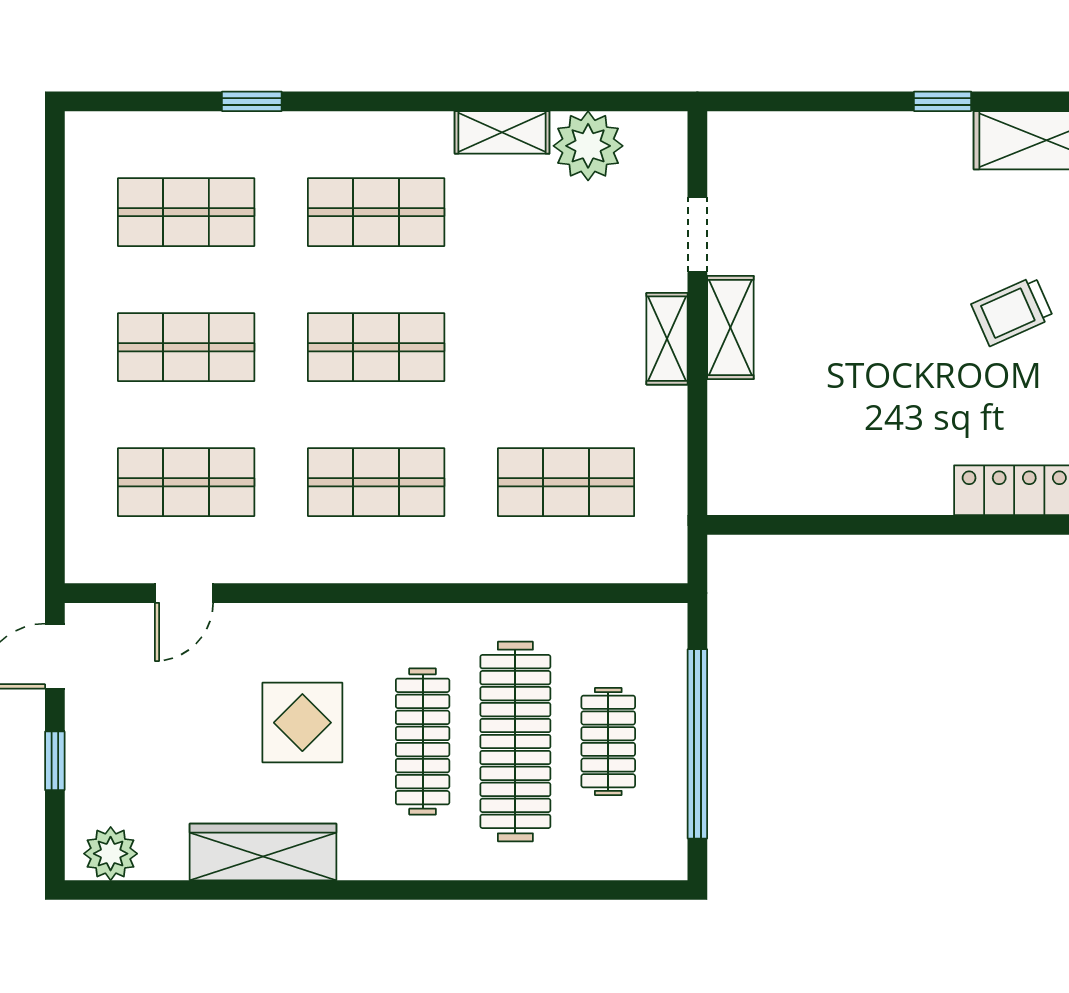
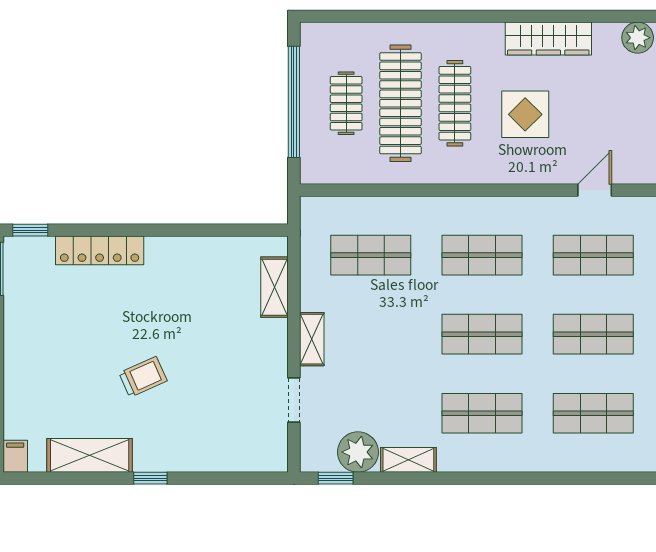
window: (252, 101) -> (336, 478), moved
trolley: (1012, 311) -> (143, 377), moved
shelving: (730, 327) -> (275, 287), moved

